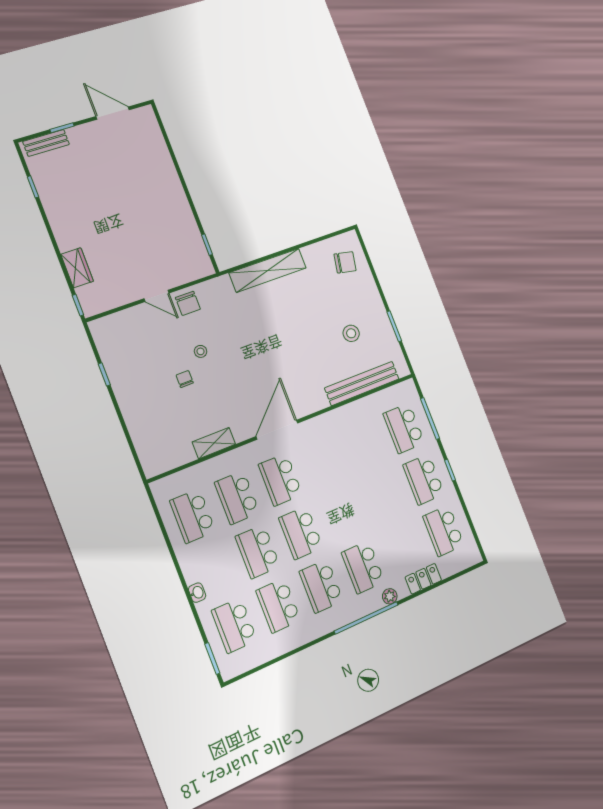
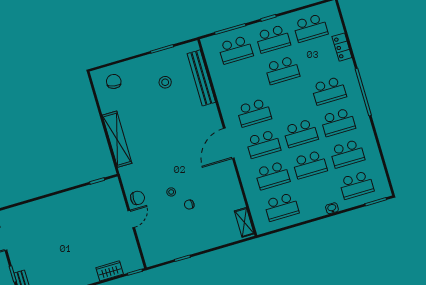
door: (277, 430) -> (229, 143), hinge flipped
shelving: (214, 443) -> (244, 222), moved
school desk: (323, 462) -> (254, 113), added
school desk: (384, 497) -> (282, 70), added
plant: (390, 596) -> (351, 73), removed

